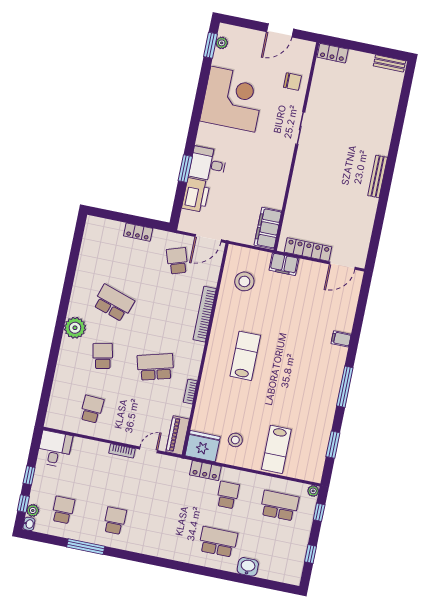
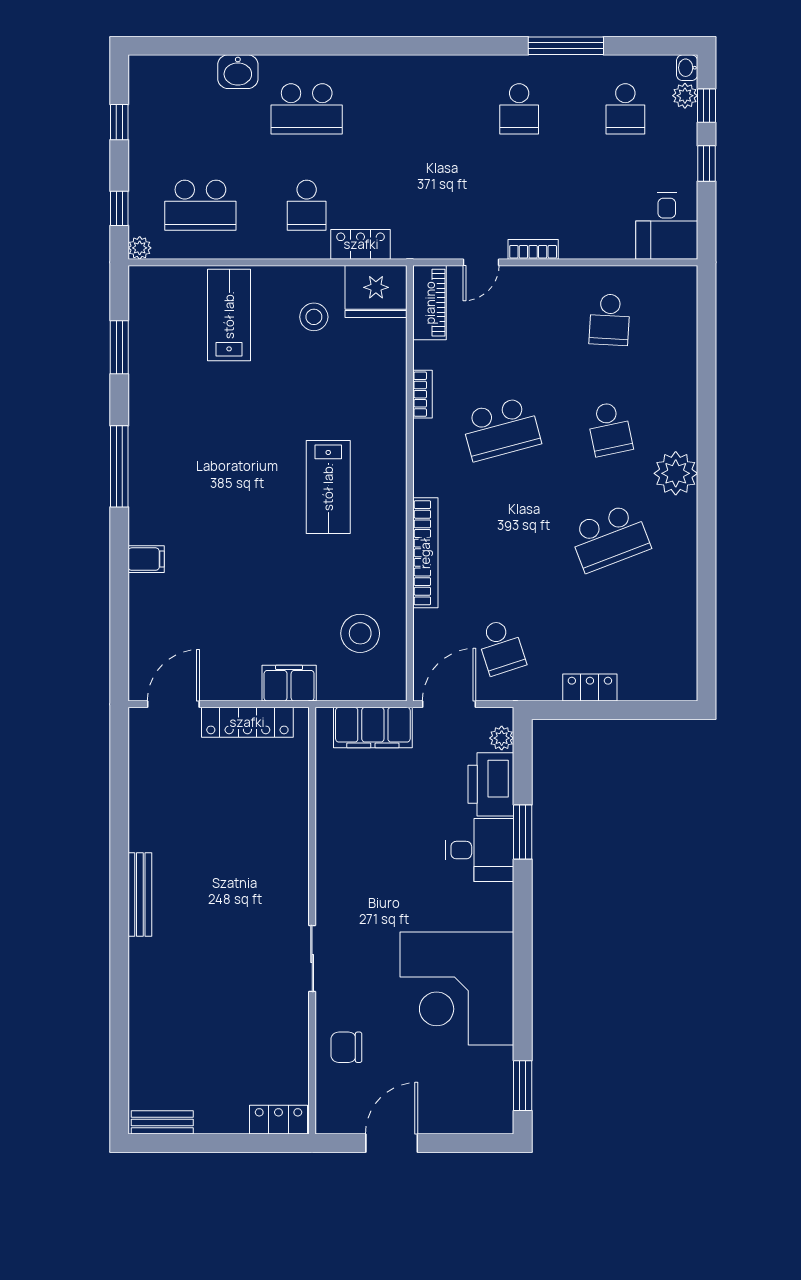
plant: (222, 43) -> (502, 738), moved
filing cabinet: (268, 228) -> (373, 728), moved, turned 90
school desk: (114, 303) -> (610, 538), turned -39

